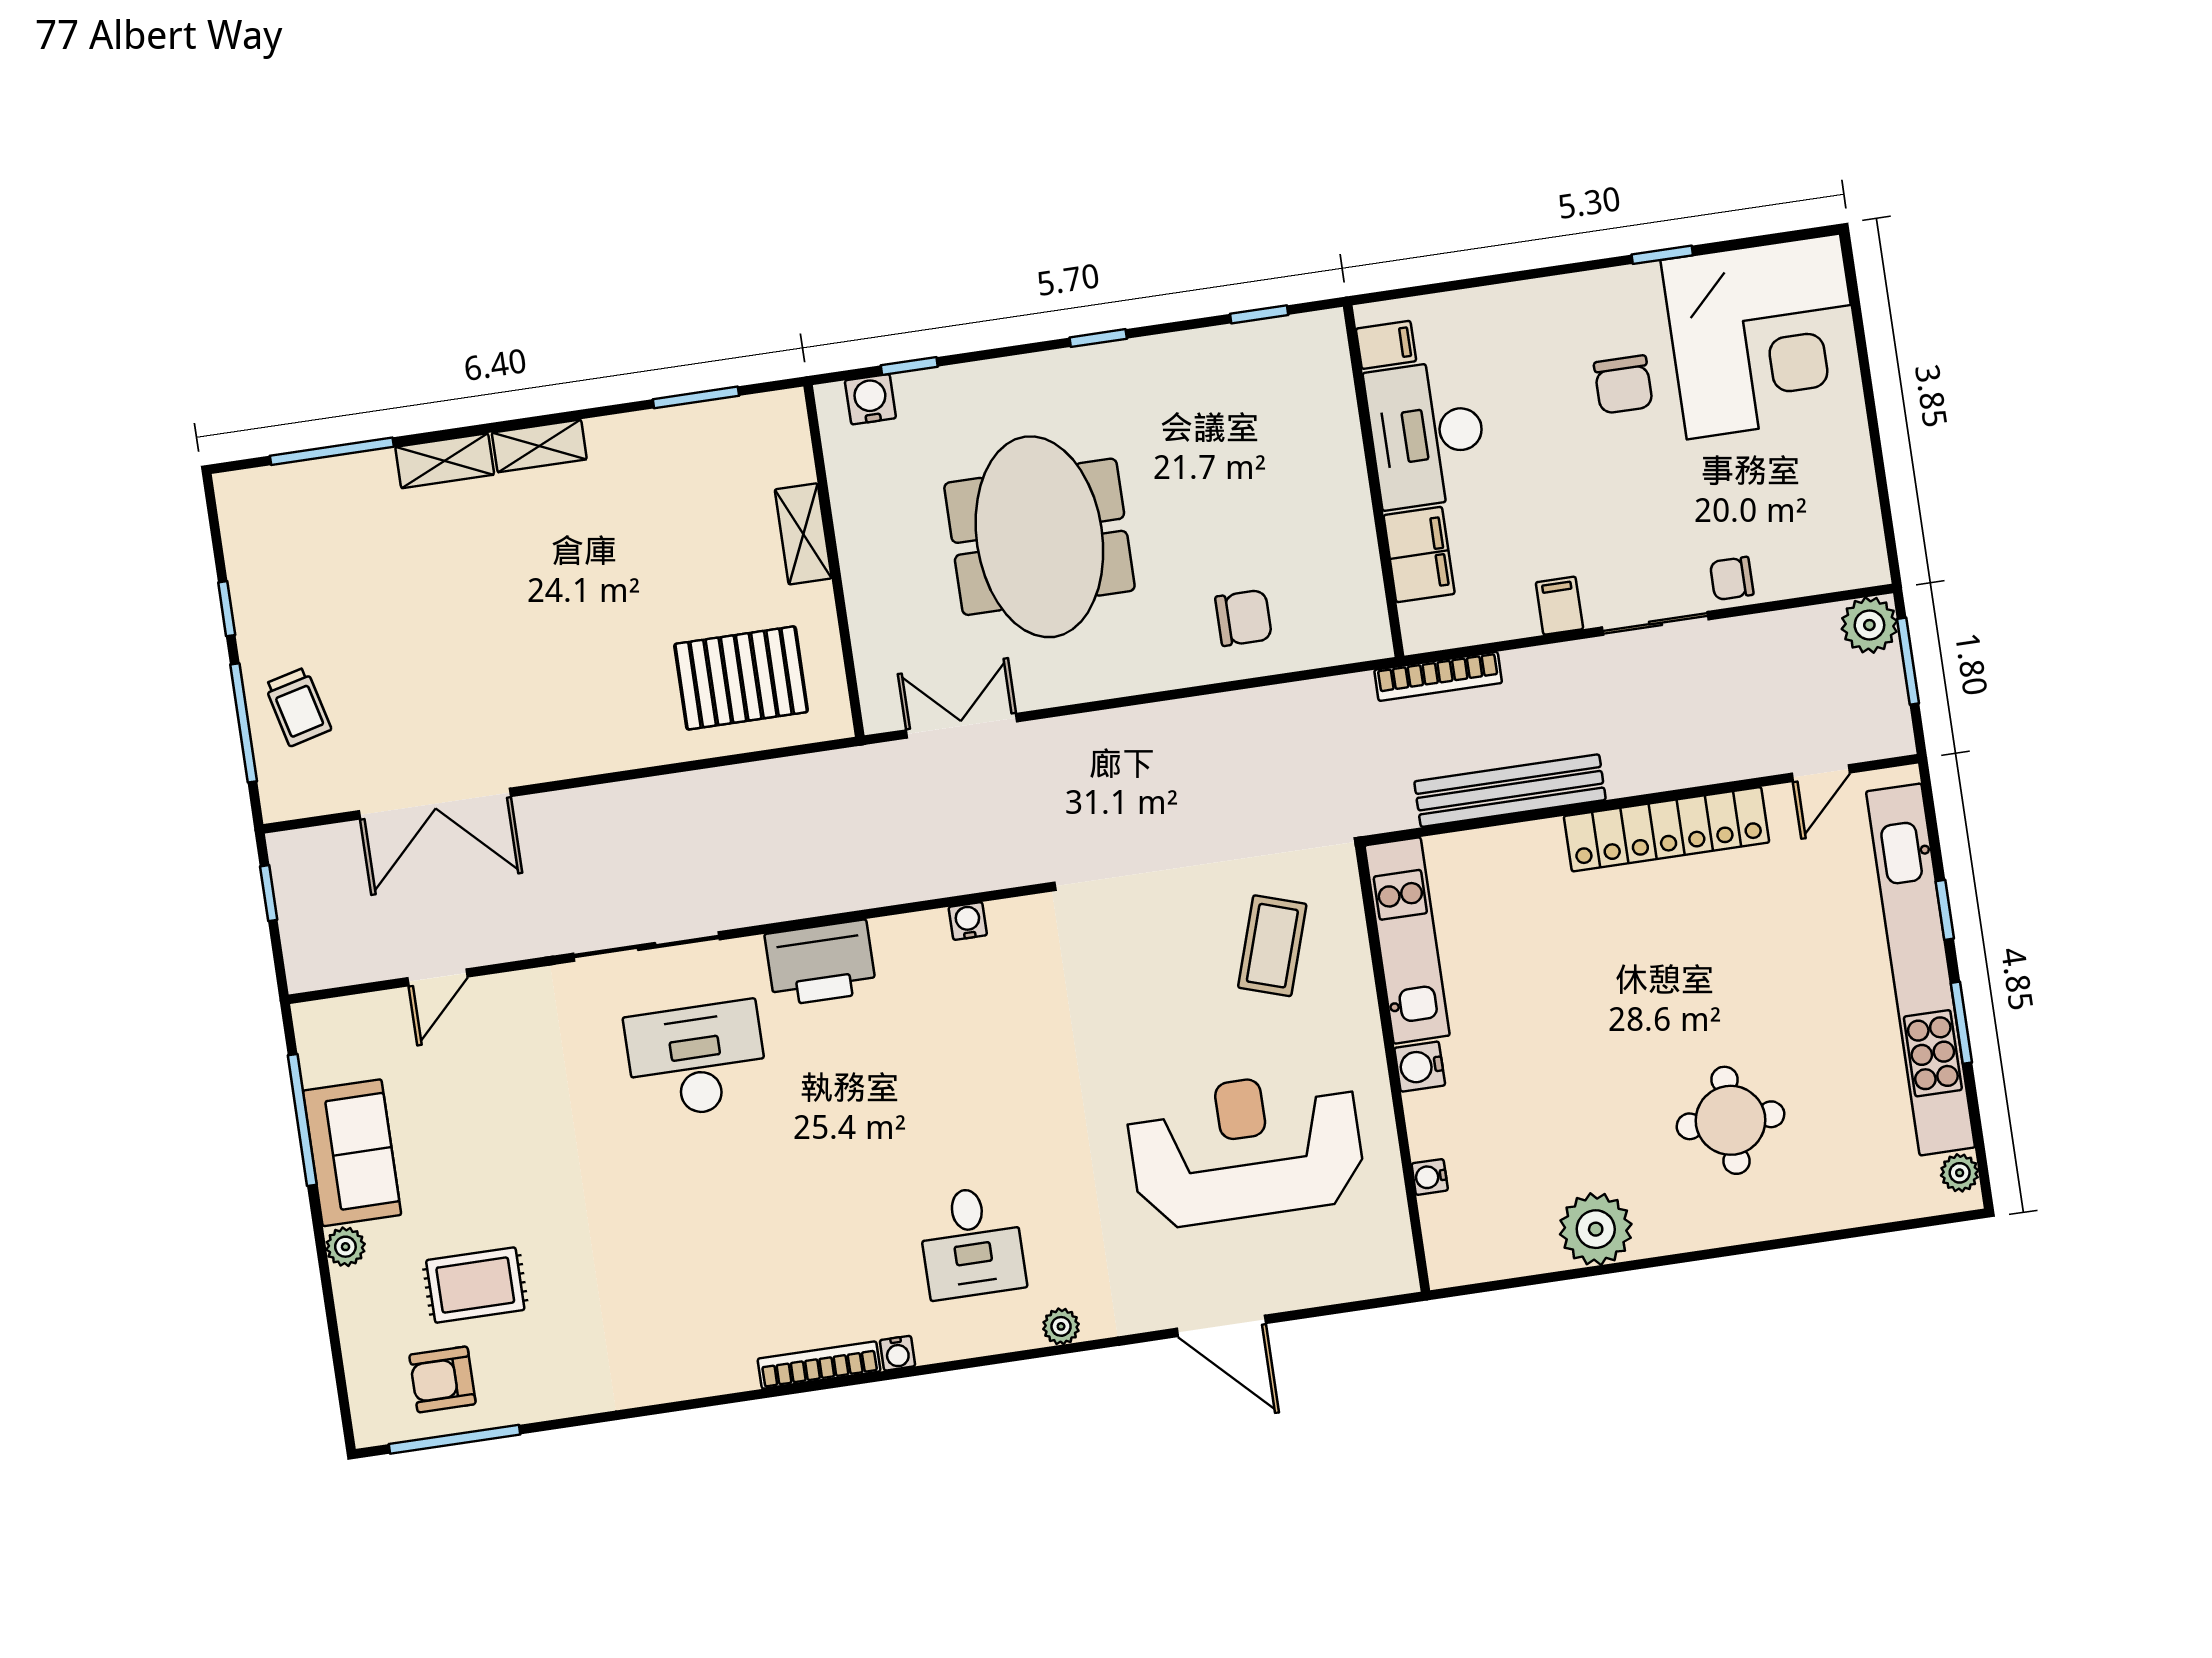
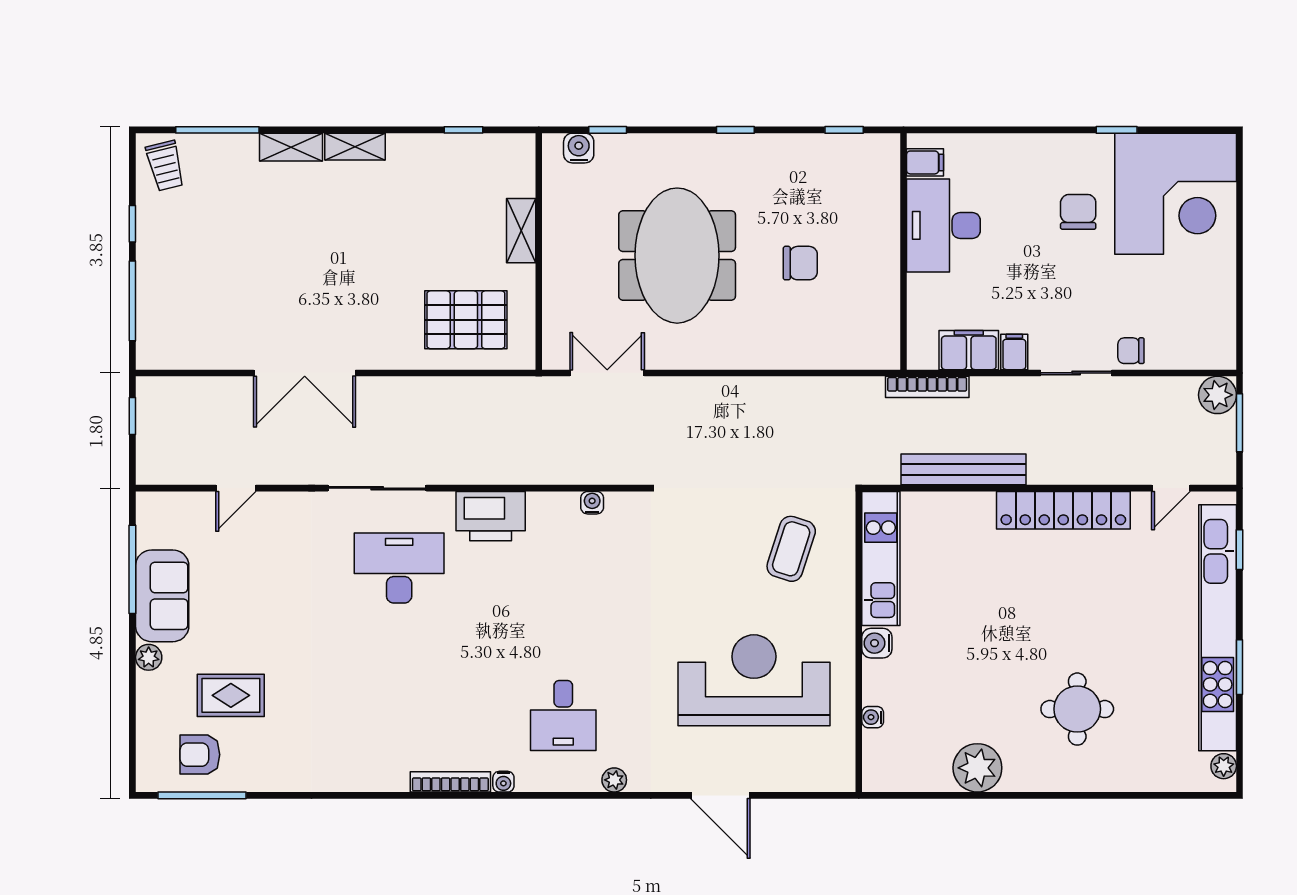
chair: (1623, 385) -> (1078, 212), turned 180
window: (696, 397) -> (463, 130), width x0.67
filing cabinet: (1419, 555) -> (969, 350), moved, turned -90
chair: (1244, 618) -> (800, 263), moved
trolley: (298, 707) -> (165, 166), moved
double door: (435, 804) -> (305, 373), moved
window: (1945, 910) -> (1239, 550), moved

